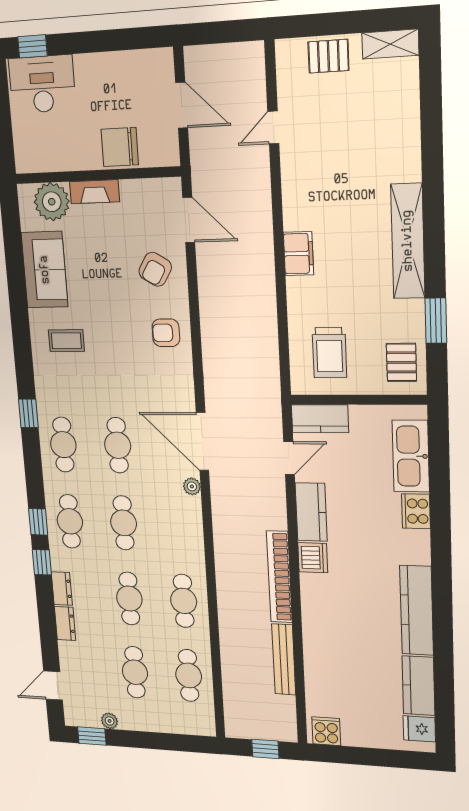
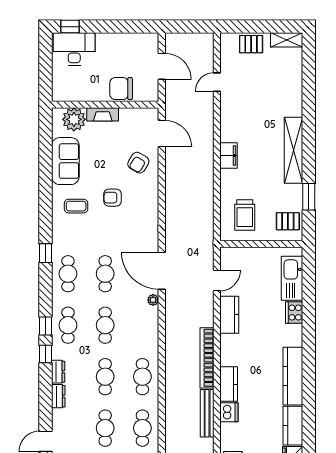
armchair: (166, 333) -> (113, 198), moved
pallet: (401, 362) -> (288, 221), turned 90
kitchen counter: (320, 419) -> (229, 384), moved, turned -90
dishwasher: (313, 558) -> (229, 412), moved

